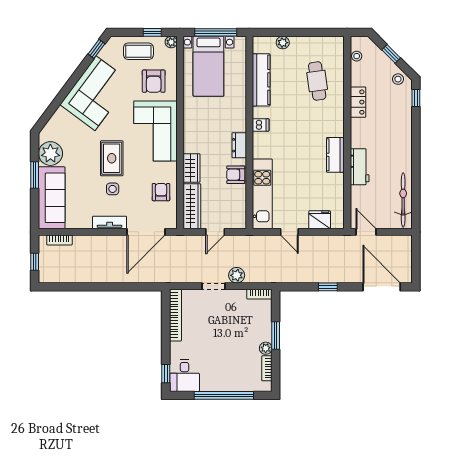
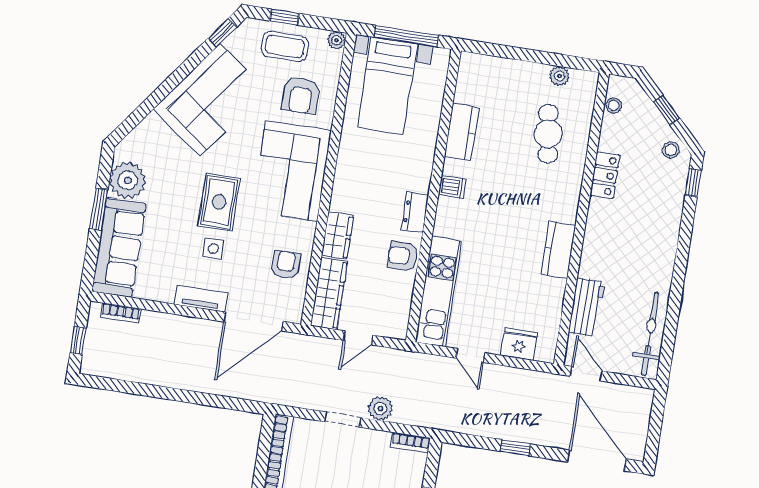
window: (152, 32) -> (284, 17), moved
plant: (283, 43) -> (559, 76), moved
kitchen counter: (261, 80) -> (462, 132), width x0.67
workbench: (360, 167) -> (587, 307), moved

